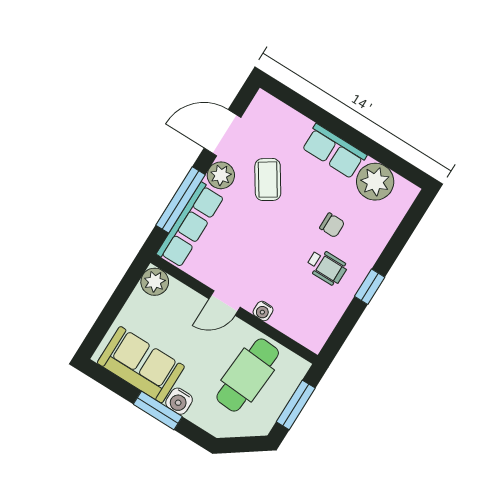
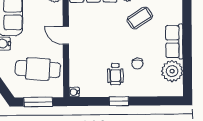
water cooler: (263, 311) -> (74, 92), moved

